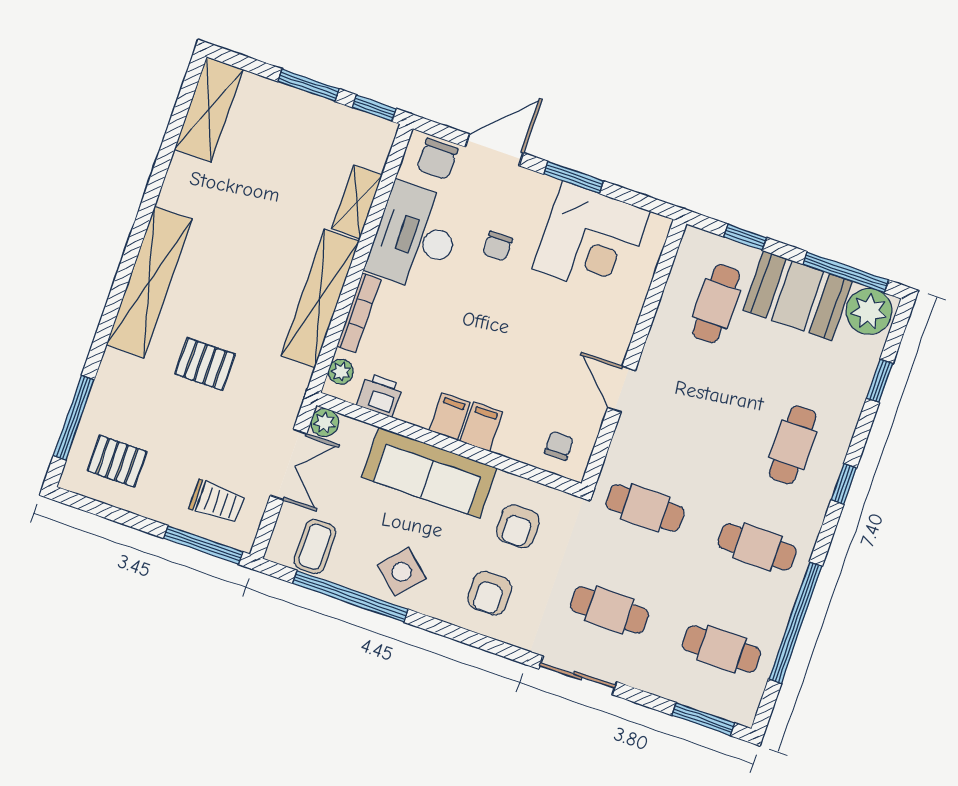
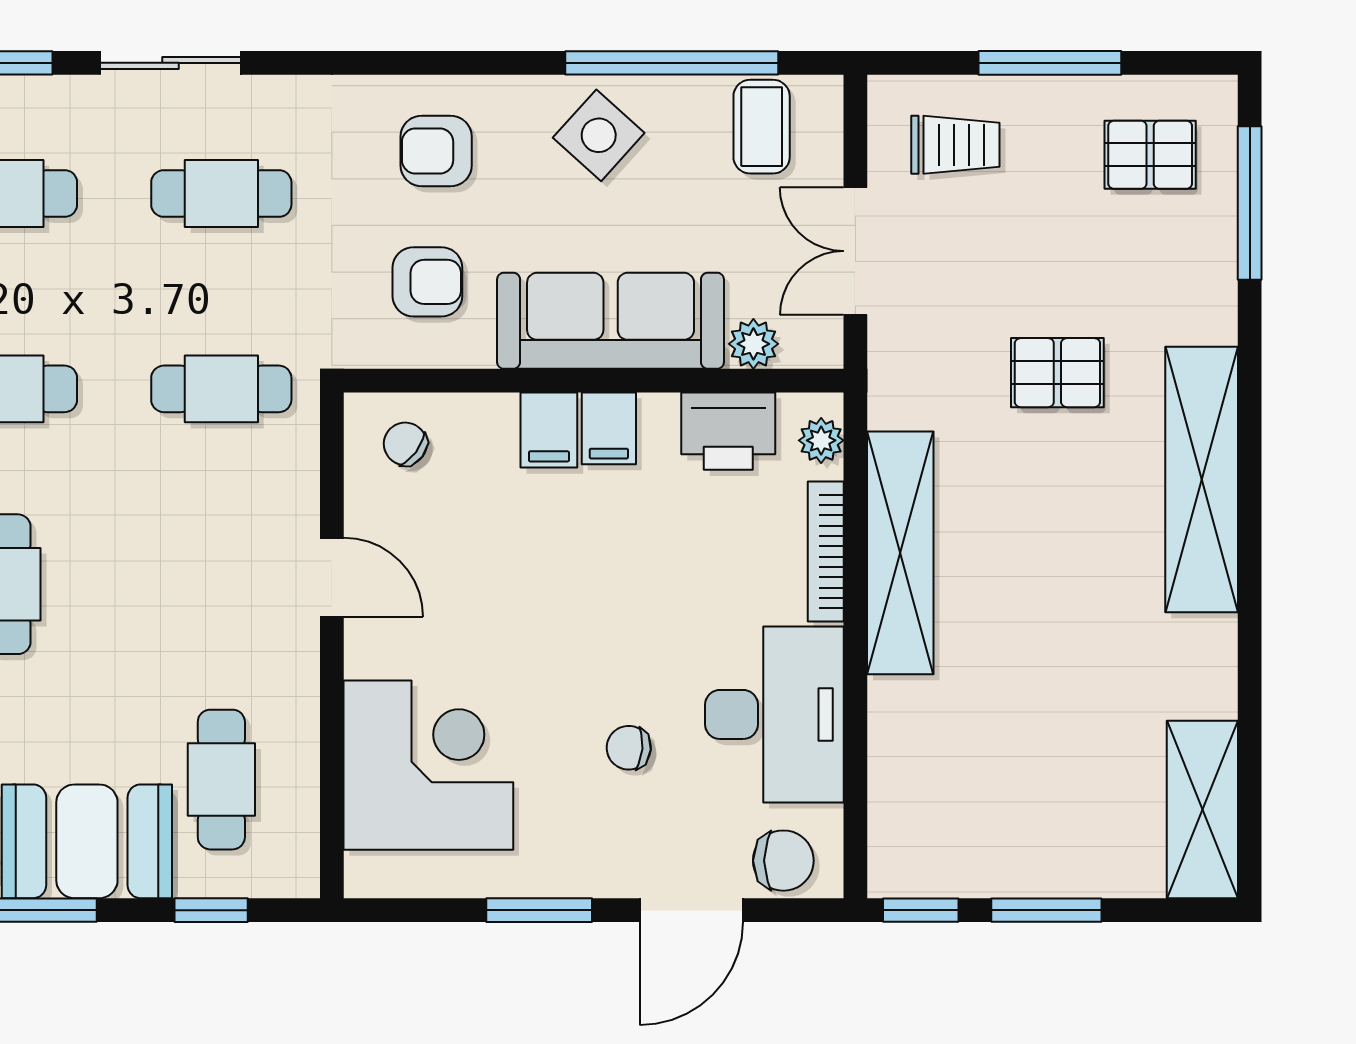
chair: (437, 159) -> (783, 861), turned 90
shelving: (357, 202) -> (895, 740), removed
corner desk: (591, 240) -> (428, 765), moved, turned 90
chair: (497, 246) -> (629, 748), turned -85
printer: (380, 395) -> (728, 431), width x1.36, depth x1.24
plant: (325, 423) -> (753, 344), moved
chair: (559, 446) -> (405, 444), turned 127
trolley: (217, 502) -> (955, 145), turned 180
armchair: (518, 526) -> (427, 282), turned 90
window: (203, 545) -> (1050, 63), moved
armchair: (489, 593) -> (436, 151), turned -90
sliding door: (578, 675) -> (170, 63), moved

